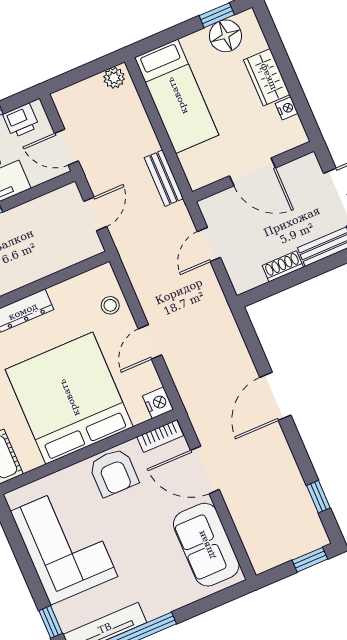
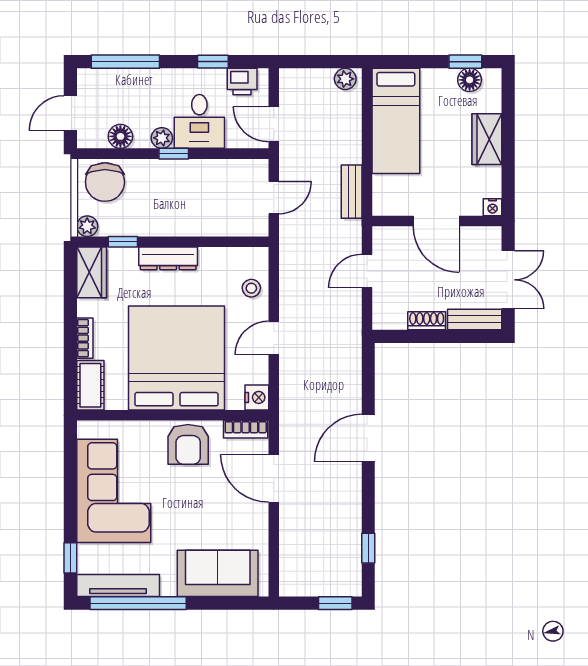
floor lamp: (225, 36) -> (470, 80), width x0.73, depth x0.73
nightstand: (287, 108) -> (493, 207), moved, turned 90
sofa: (206, 545) -> (218, 573), moved, turned 90

